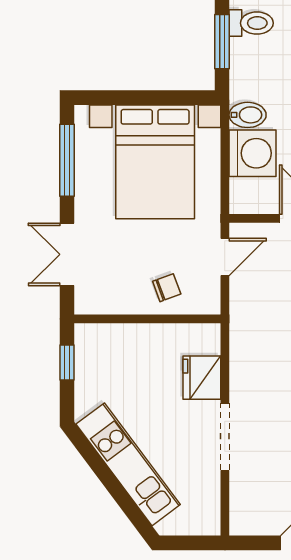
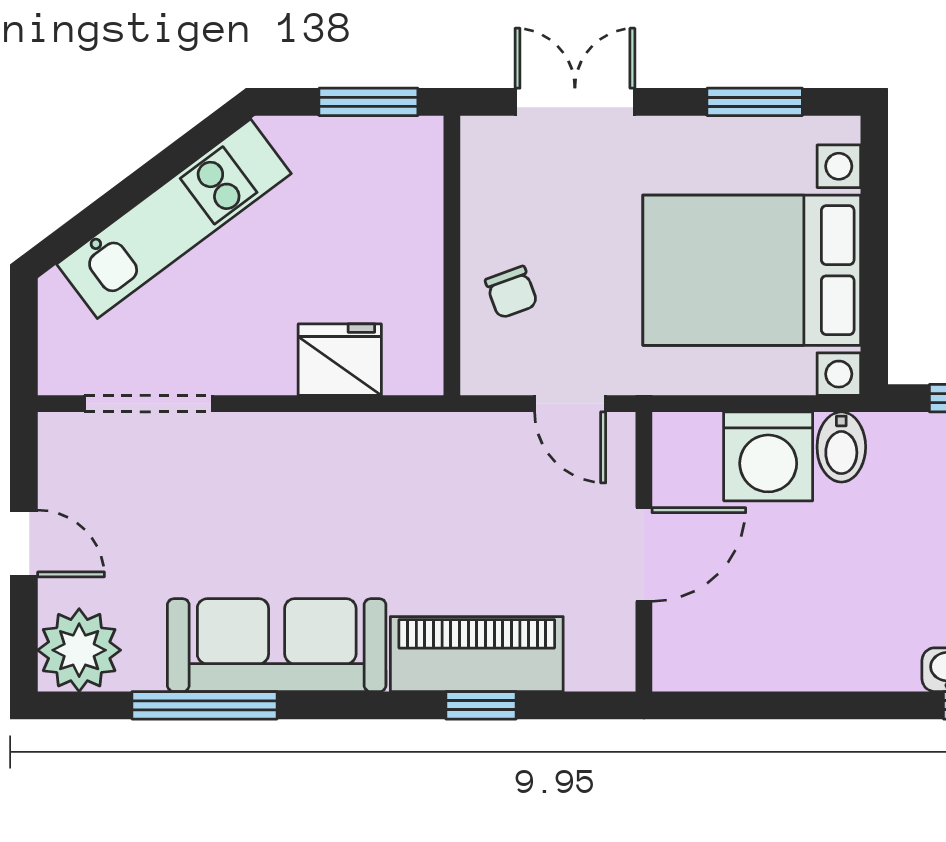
window: (67, 160) -> (755, 102), width x0.69
window: (67, 362) -> (368, 102), width x1.50
doorway: (225, 437) -> (149, 404), moved

